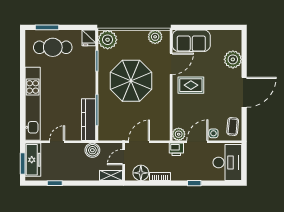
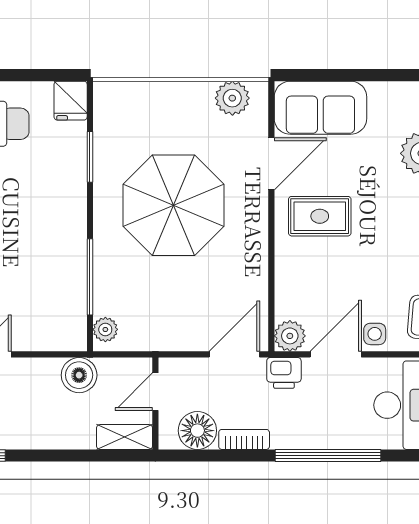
plant: (108, 40) -> (105, 329), moved, width x0.53, depth x0.53
kitchen counter: (89, 120) -> (70, 300), removed
door: (139, 142) -> (234, 354), moved
window: (194, 183) -> (328, 456), width x3.17

